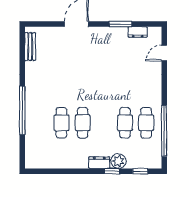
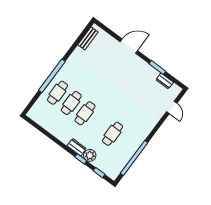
door: (164, 53) -> (172, 107), swing flipped
cafe table: (146, 123) -> (58, 93), moved

